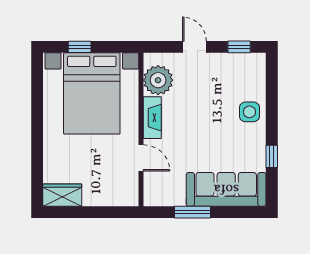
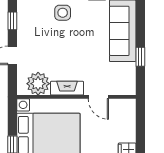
door: (141, 158) -> (98, 97), swing flipped
window: (193, 212) -> (140, 57), width x0.67

